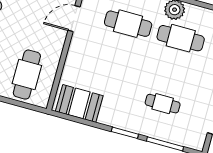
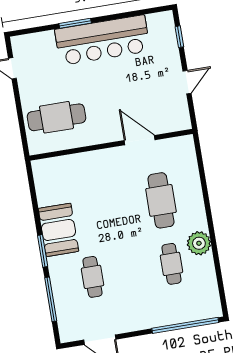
cafe table: (181, 38) -> (171, 264), width x0.73, depth x0.74
booth: (79, 103) -> (58, 230), moved

